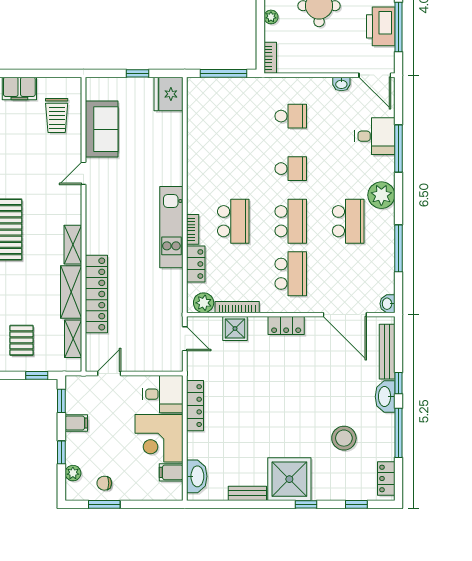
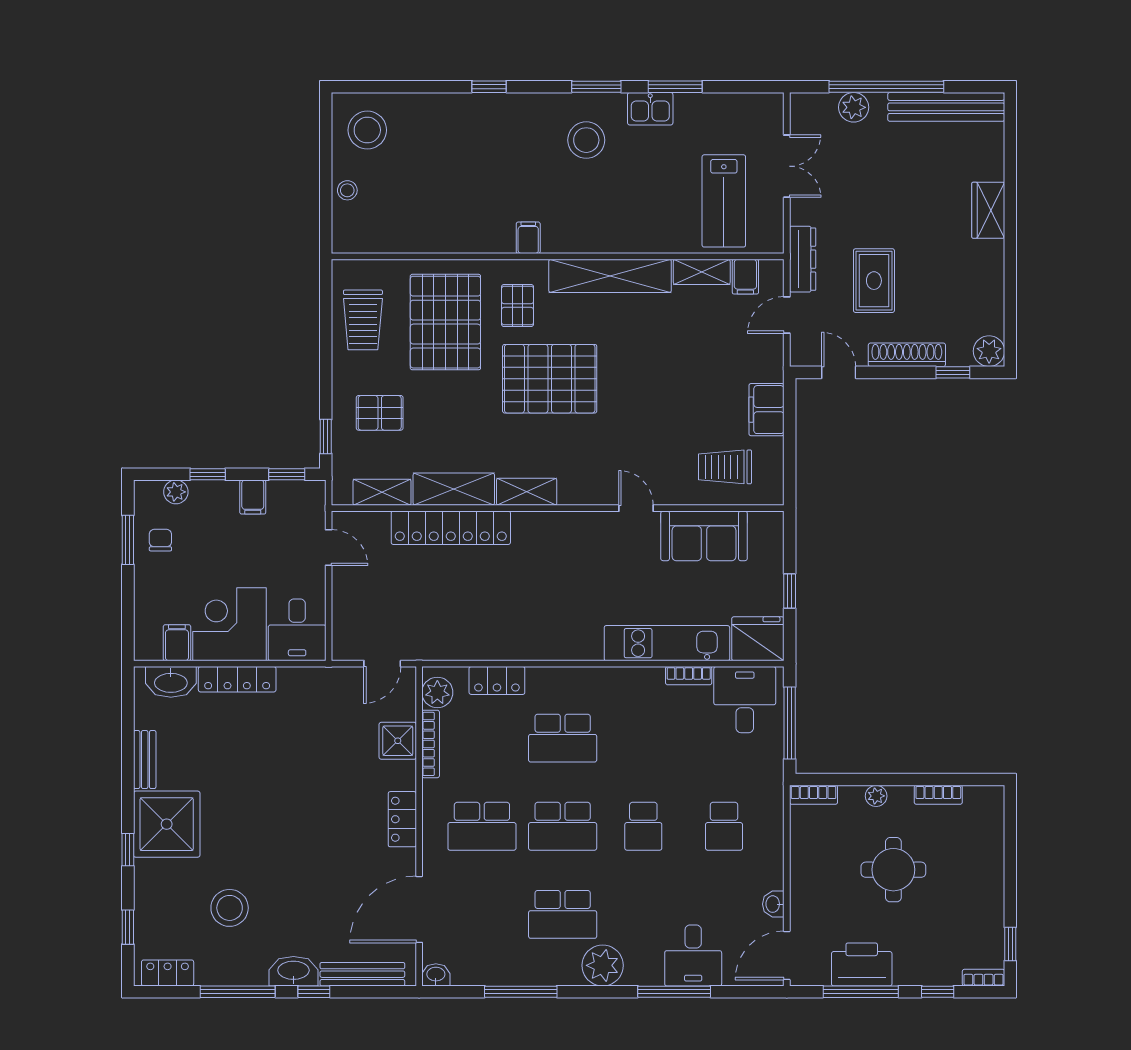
desk: (208, 103) -> (745, 700), added
kitchen unit: (171, 227) -> (667, 643), moved
bookcase: (193, 229) -> (689, 676), moved
locker: (195, 406) -> (237, 679), moved

